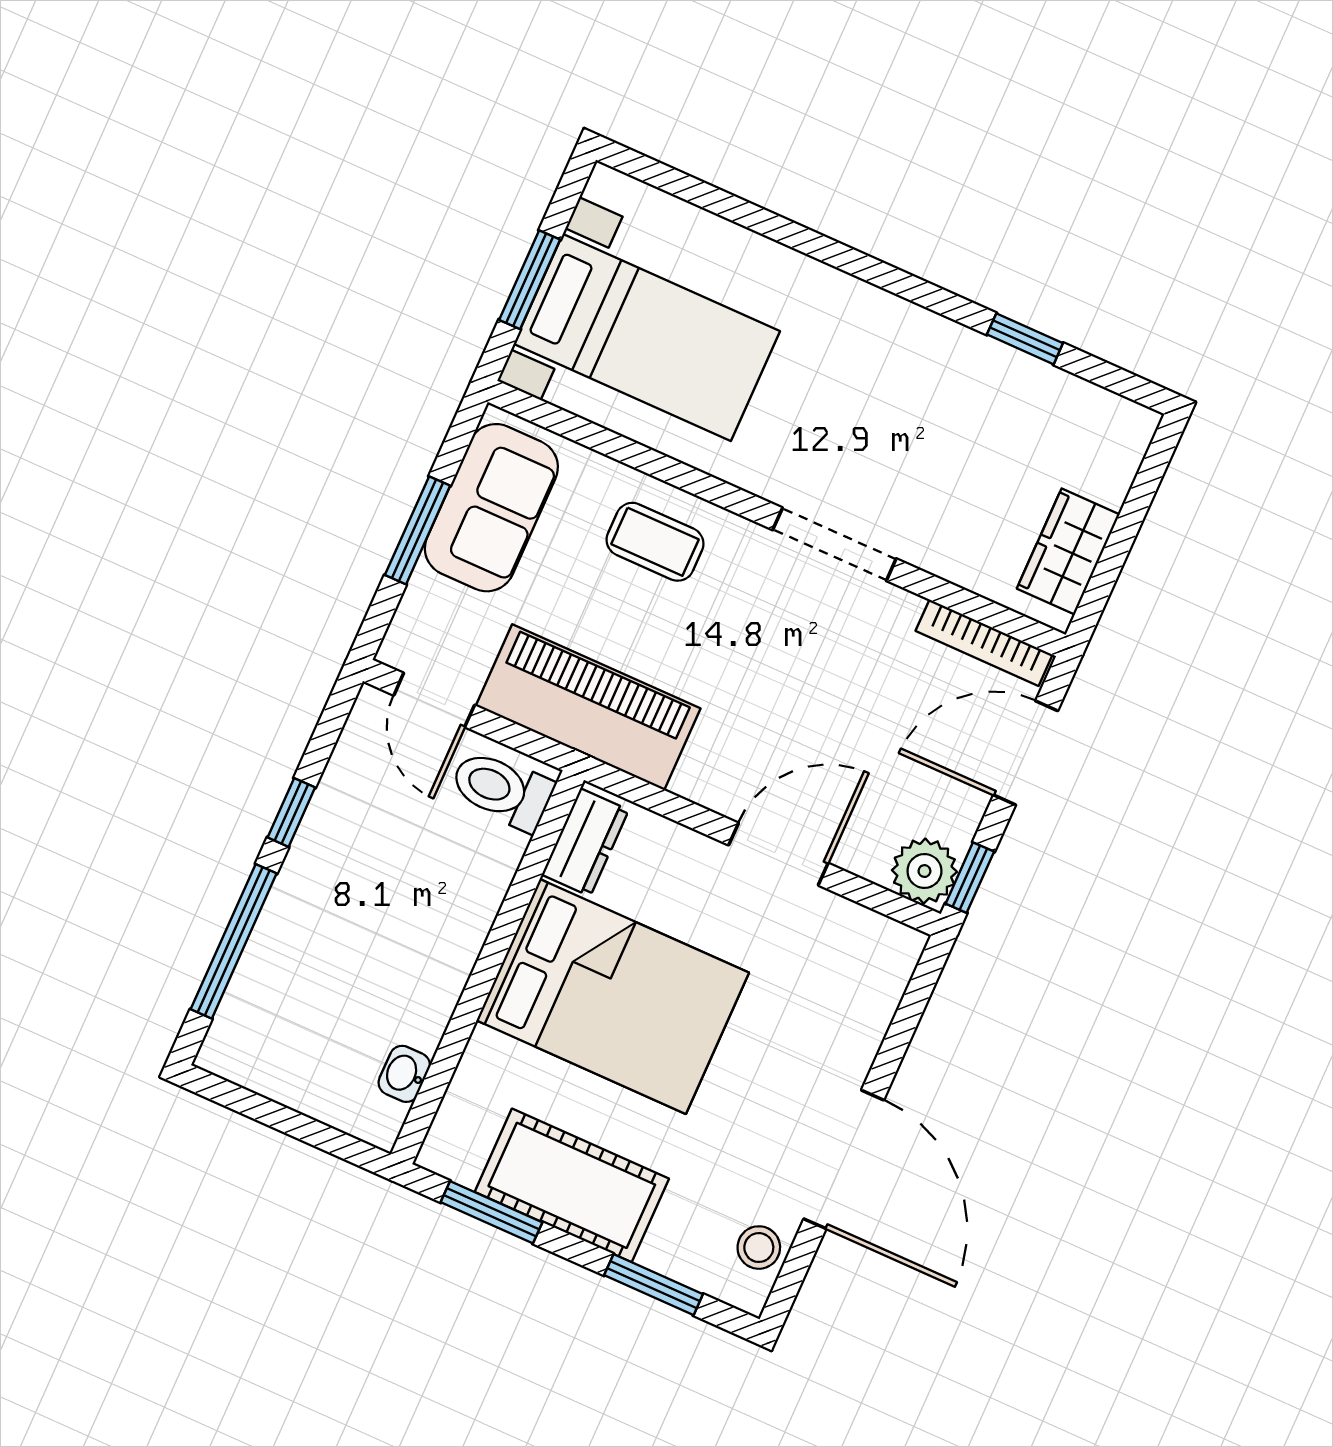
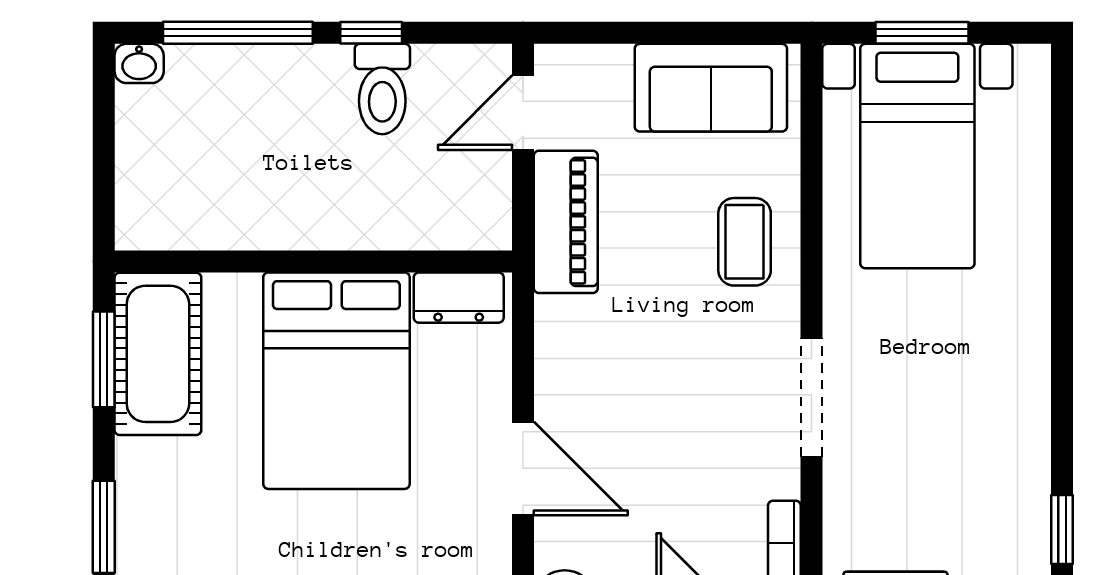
window: (1025, 339) -> (1062, 529), moved
window: (418, 530) -> (663, 33), removed
piano: (588, 707) -> (566, 222), width x0.73, depth x0.75
toilet: (502, 790) -> (382, 89), moved, turned 180
washbasin: (404, 1074) -> (139, 63), moved, turned 180
cot: (572, 1185) -> (158, 354), moved

